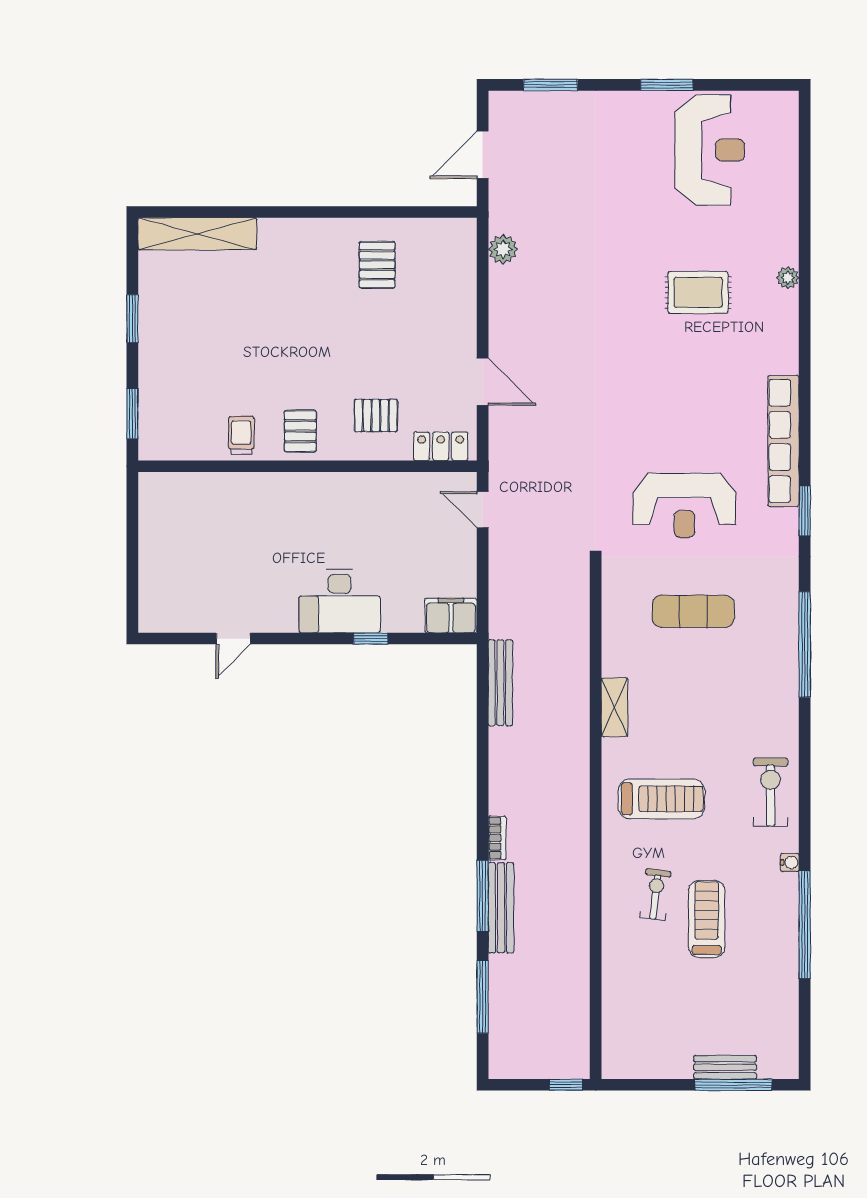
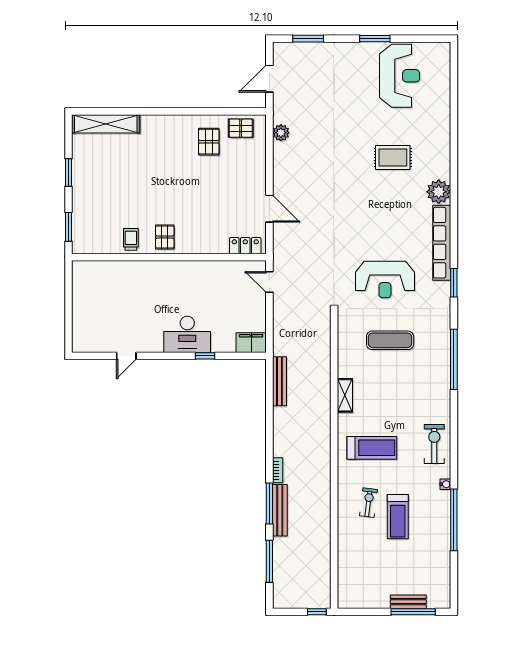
plant: (788, 278) -> (439, 192), moved, width x1.88, depth x1.88
pallet: (376, 415) -> (241, 128), moved
treadmill: (707, 919) -> (398, 517), turned 180

